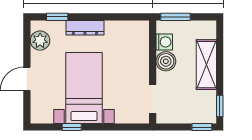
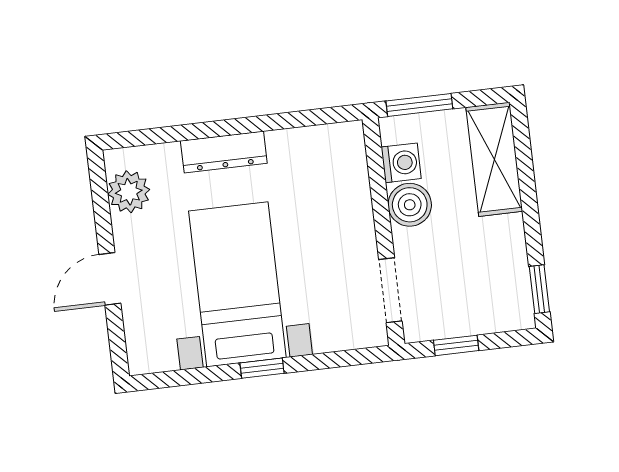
window: (57, 17) -> (160, 135), removed
shelving: (206, 65) -> (494, 159), moved
window: (72, 127) -> (262, 368), moved
window: (202, 127) -> (456, 345), moved

